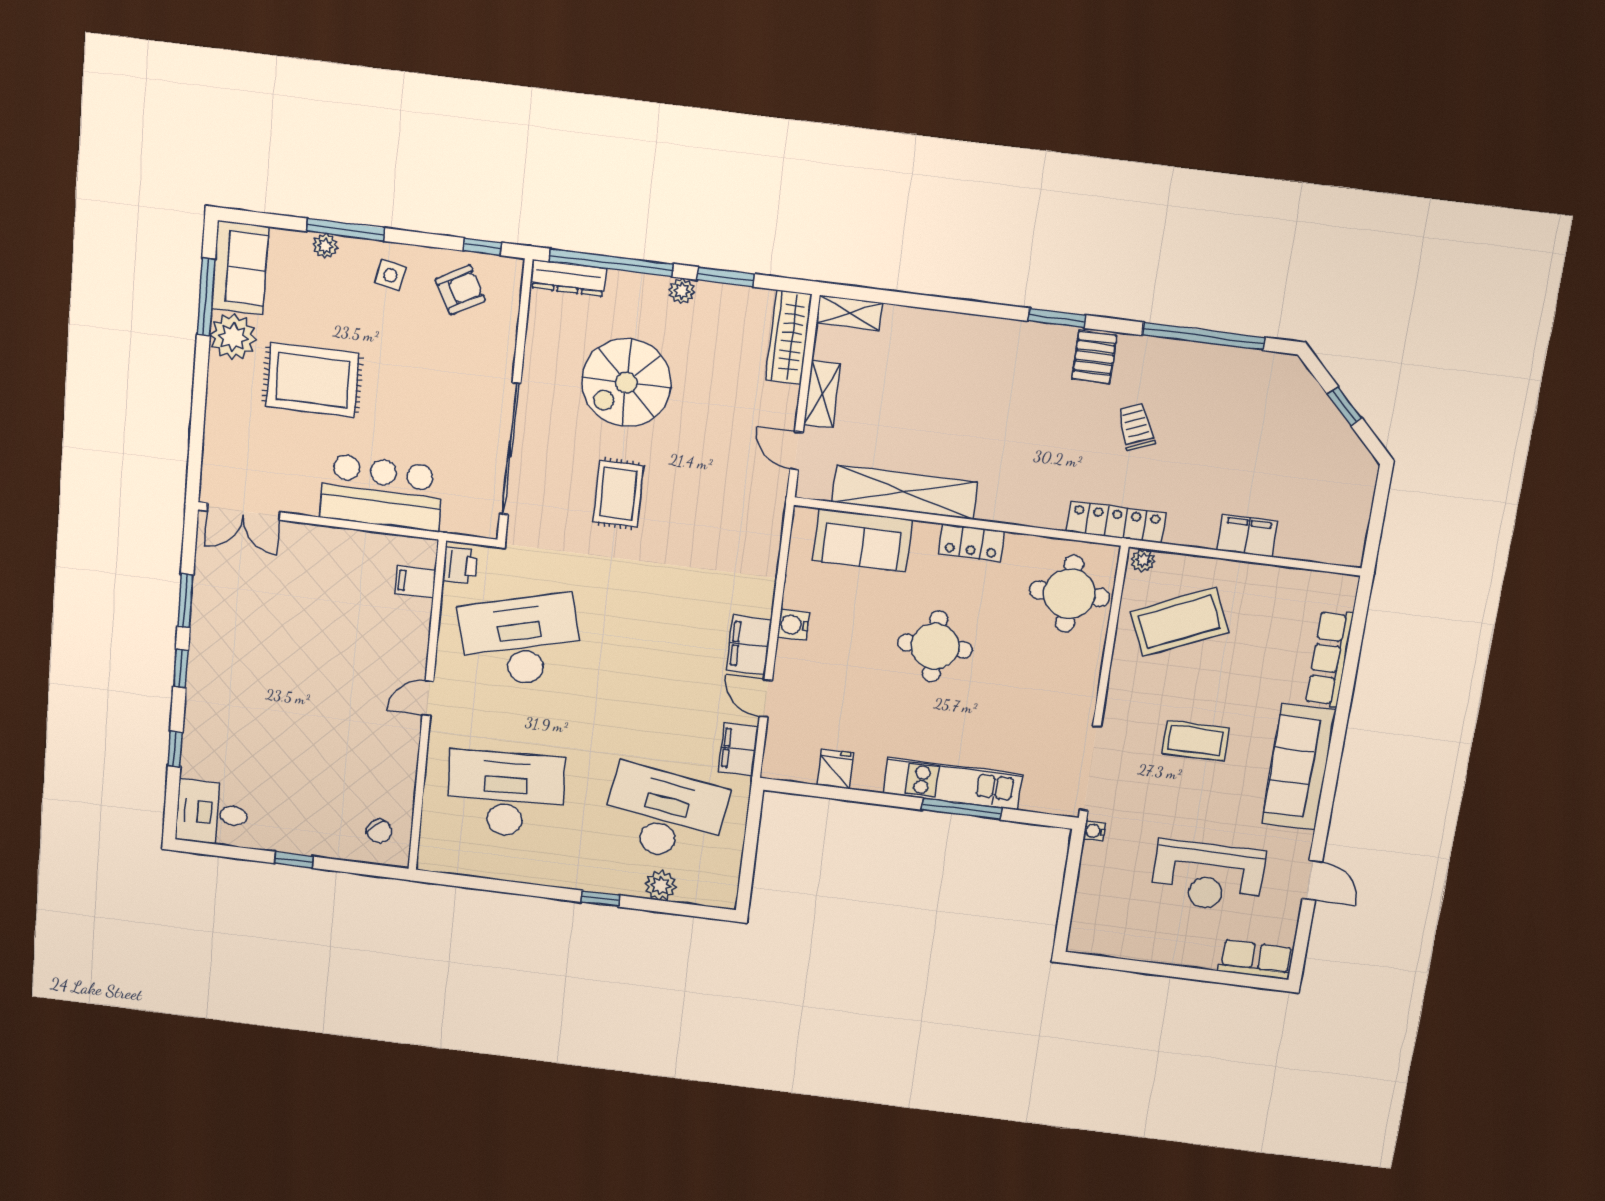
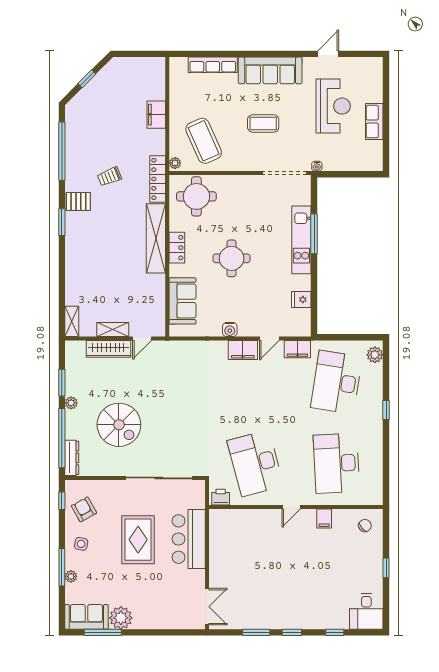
wardrobe: (789, 337) -> (108, 349), moved
rug: (312, 380) -> (138, 540), moved
shelving: (905, 492) -> (156, 238), moved
rug: (618, 494) -> (175, 423), removed
filing cabinet: (415, 582) -> (324, 518), moved
door: (428, 698) -> (291, 507), hinge flipped
coffee table: (1195, 741) -> (263, 123), turned 90
plant: (661, 885) -> (375, 355), moved
row of seats: (1256, 960) -> (374, 122), moved

